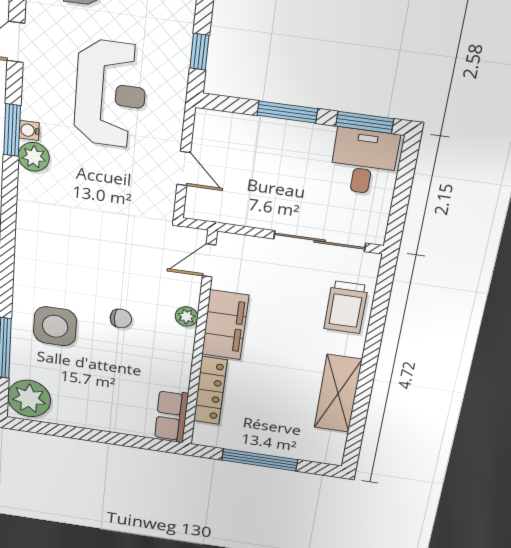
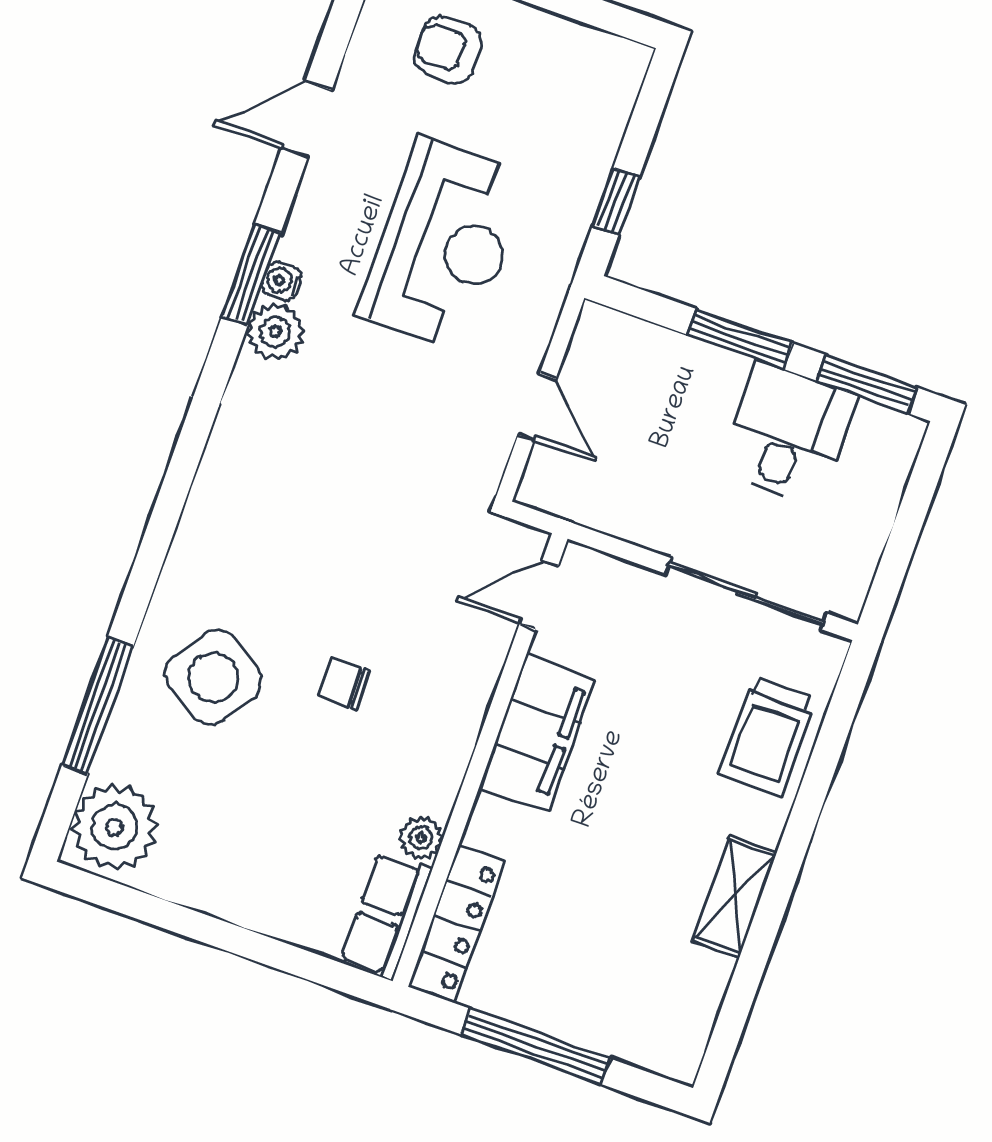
desk: (364, 162) -> (788, 433), moved
plant: (187, 317) -> (421, 838), moved
chair: (121, 318) -> (344, 684), turned 180
side table: (55, 326) -> (213, 677), turned 33
locker: (210, 391) -> (457, 924), moved
shelving: (338, 394) -> (735, 896), width x0.67, depth x0.75

